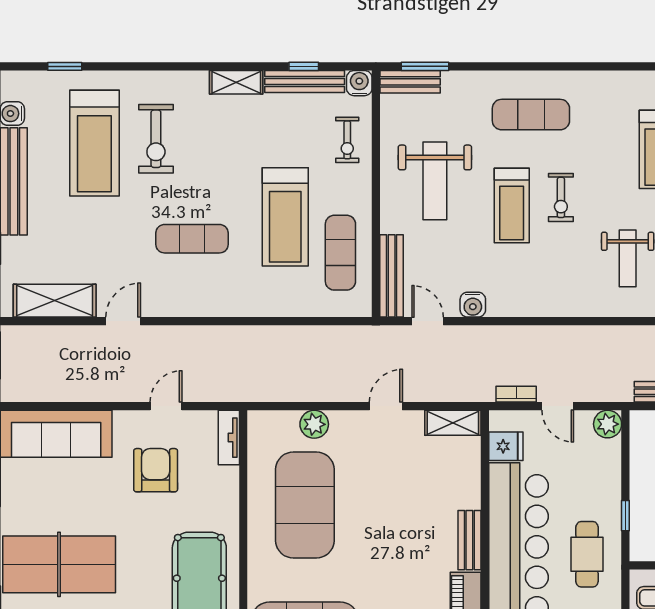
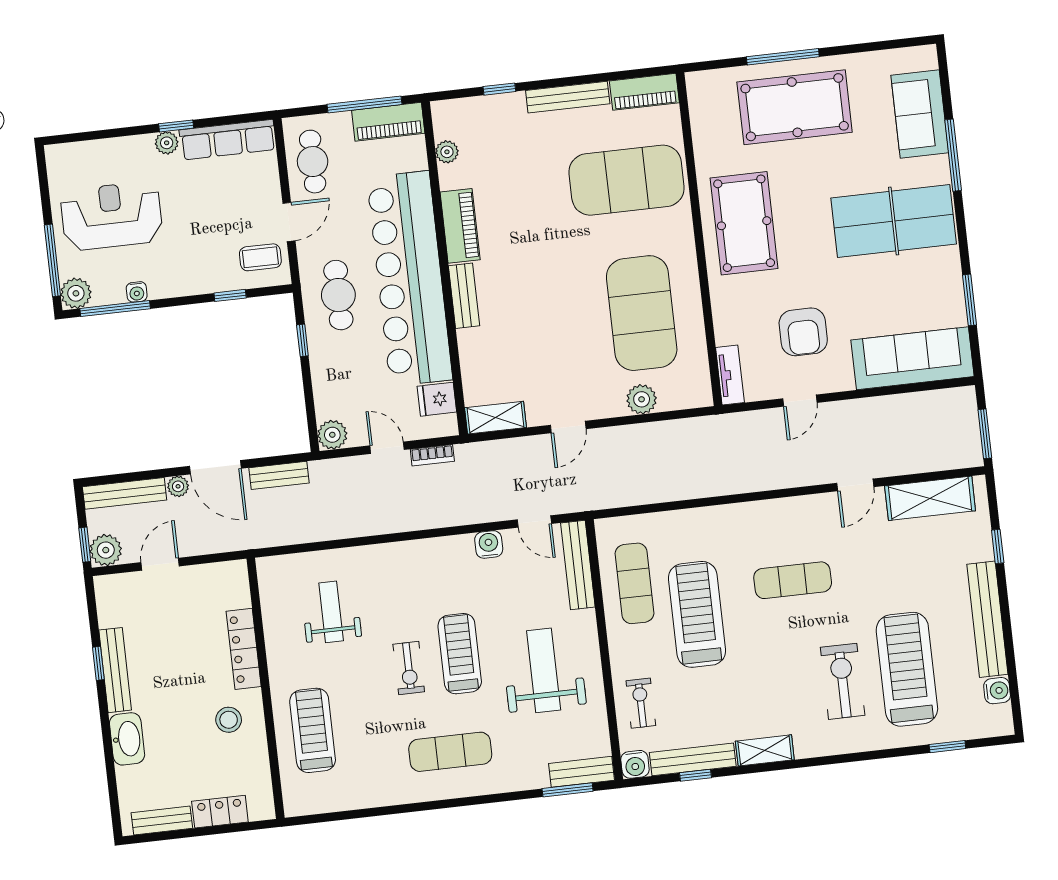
exercise bike: (561, 197) -> (409, 668), turned 180

